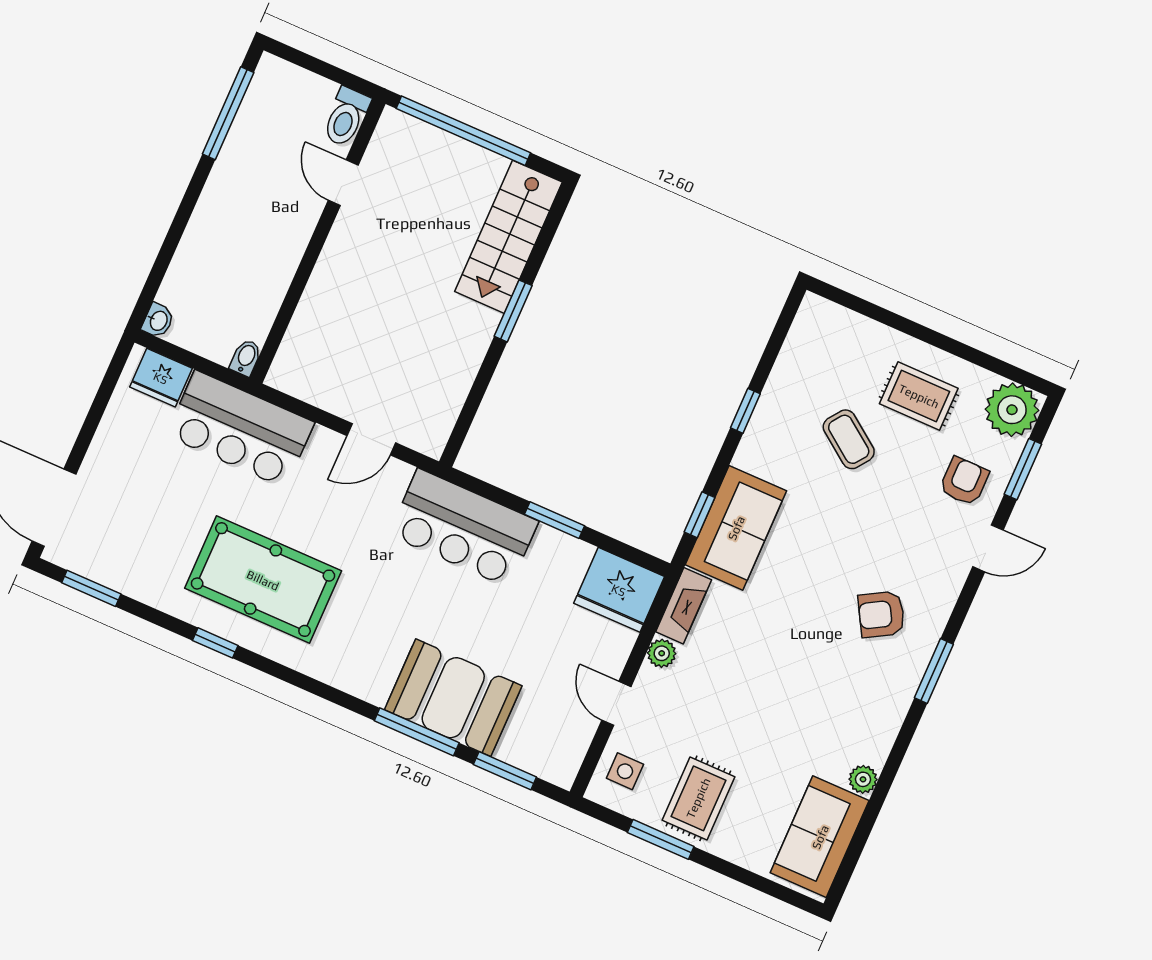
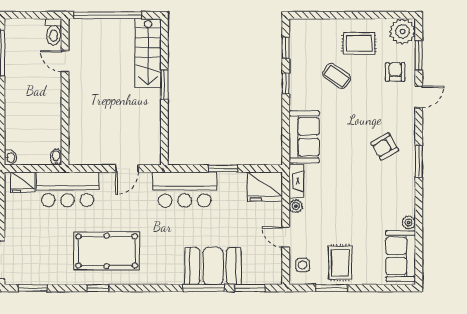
window: (700, 515) -> (286, 48), moved

